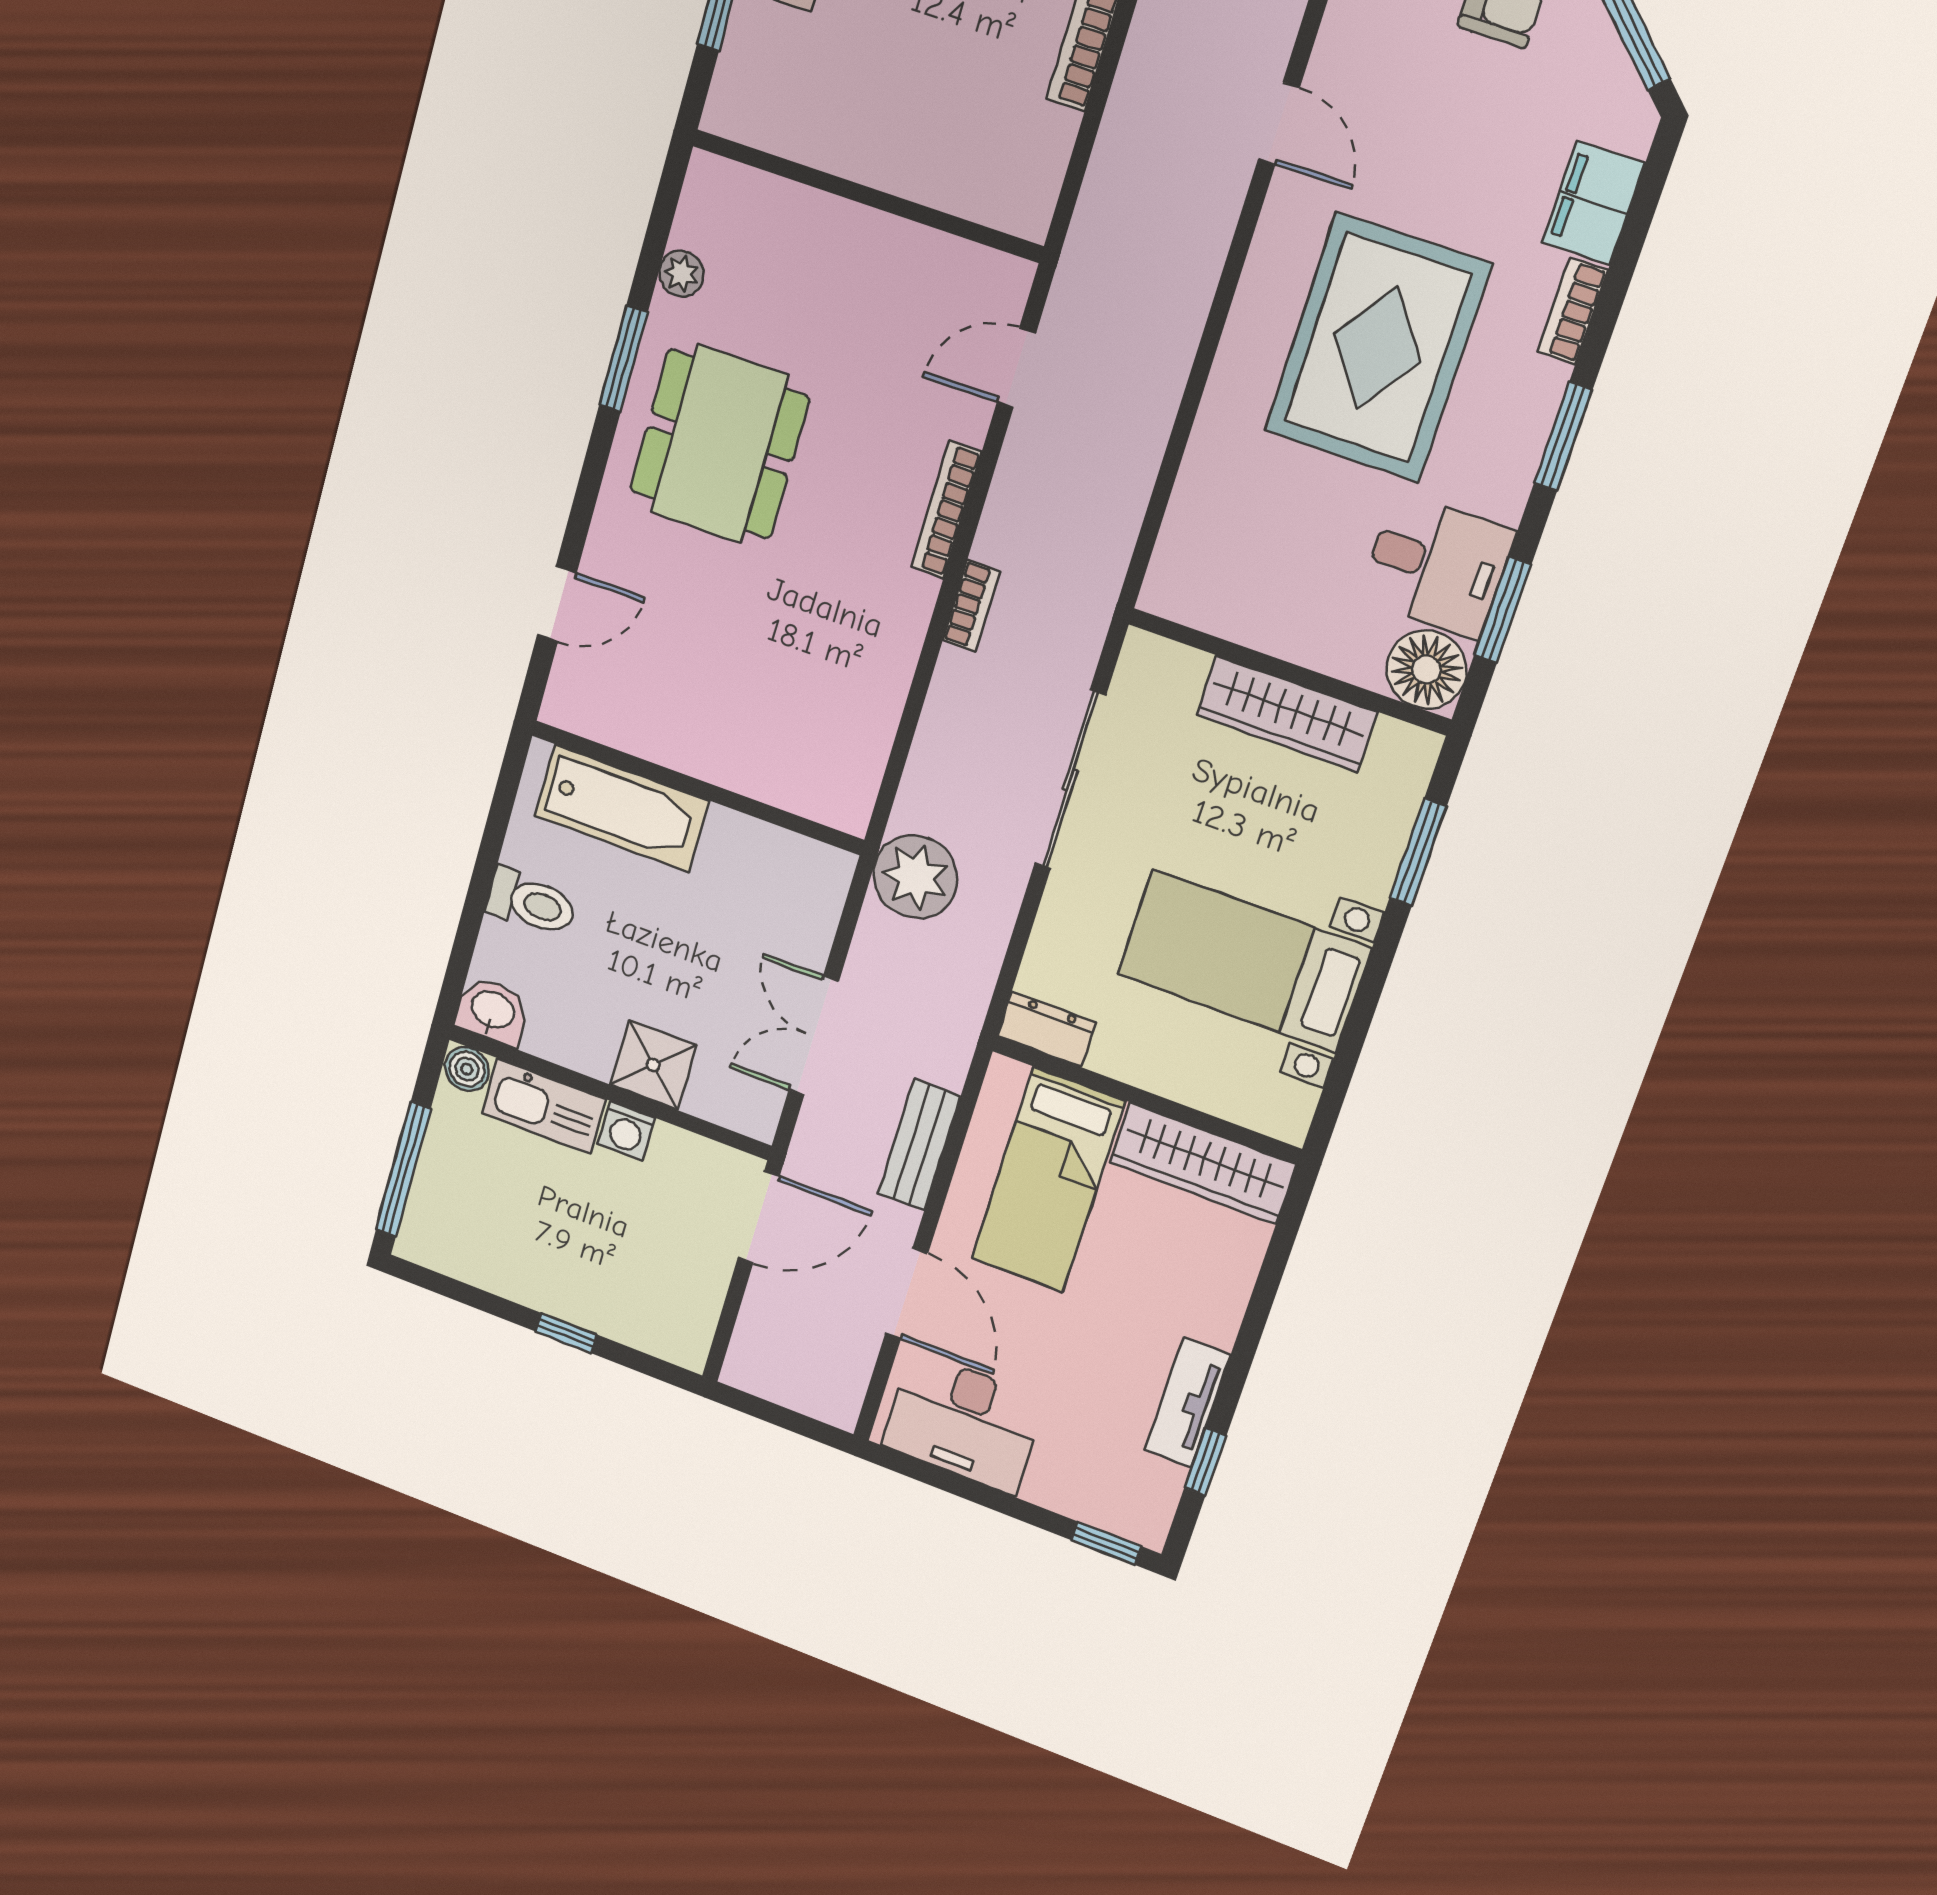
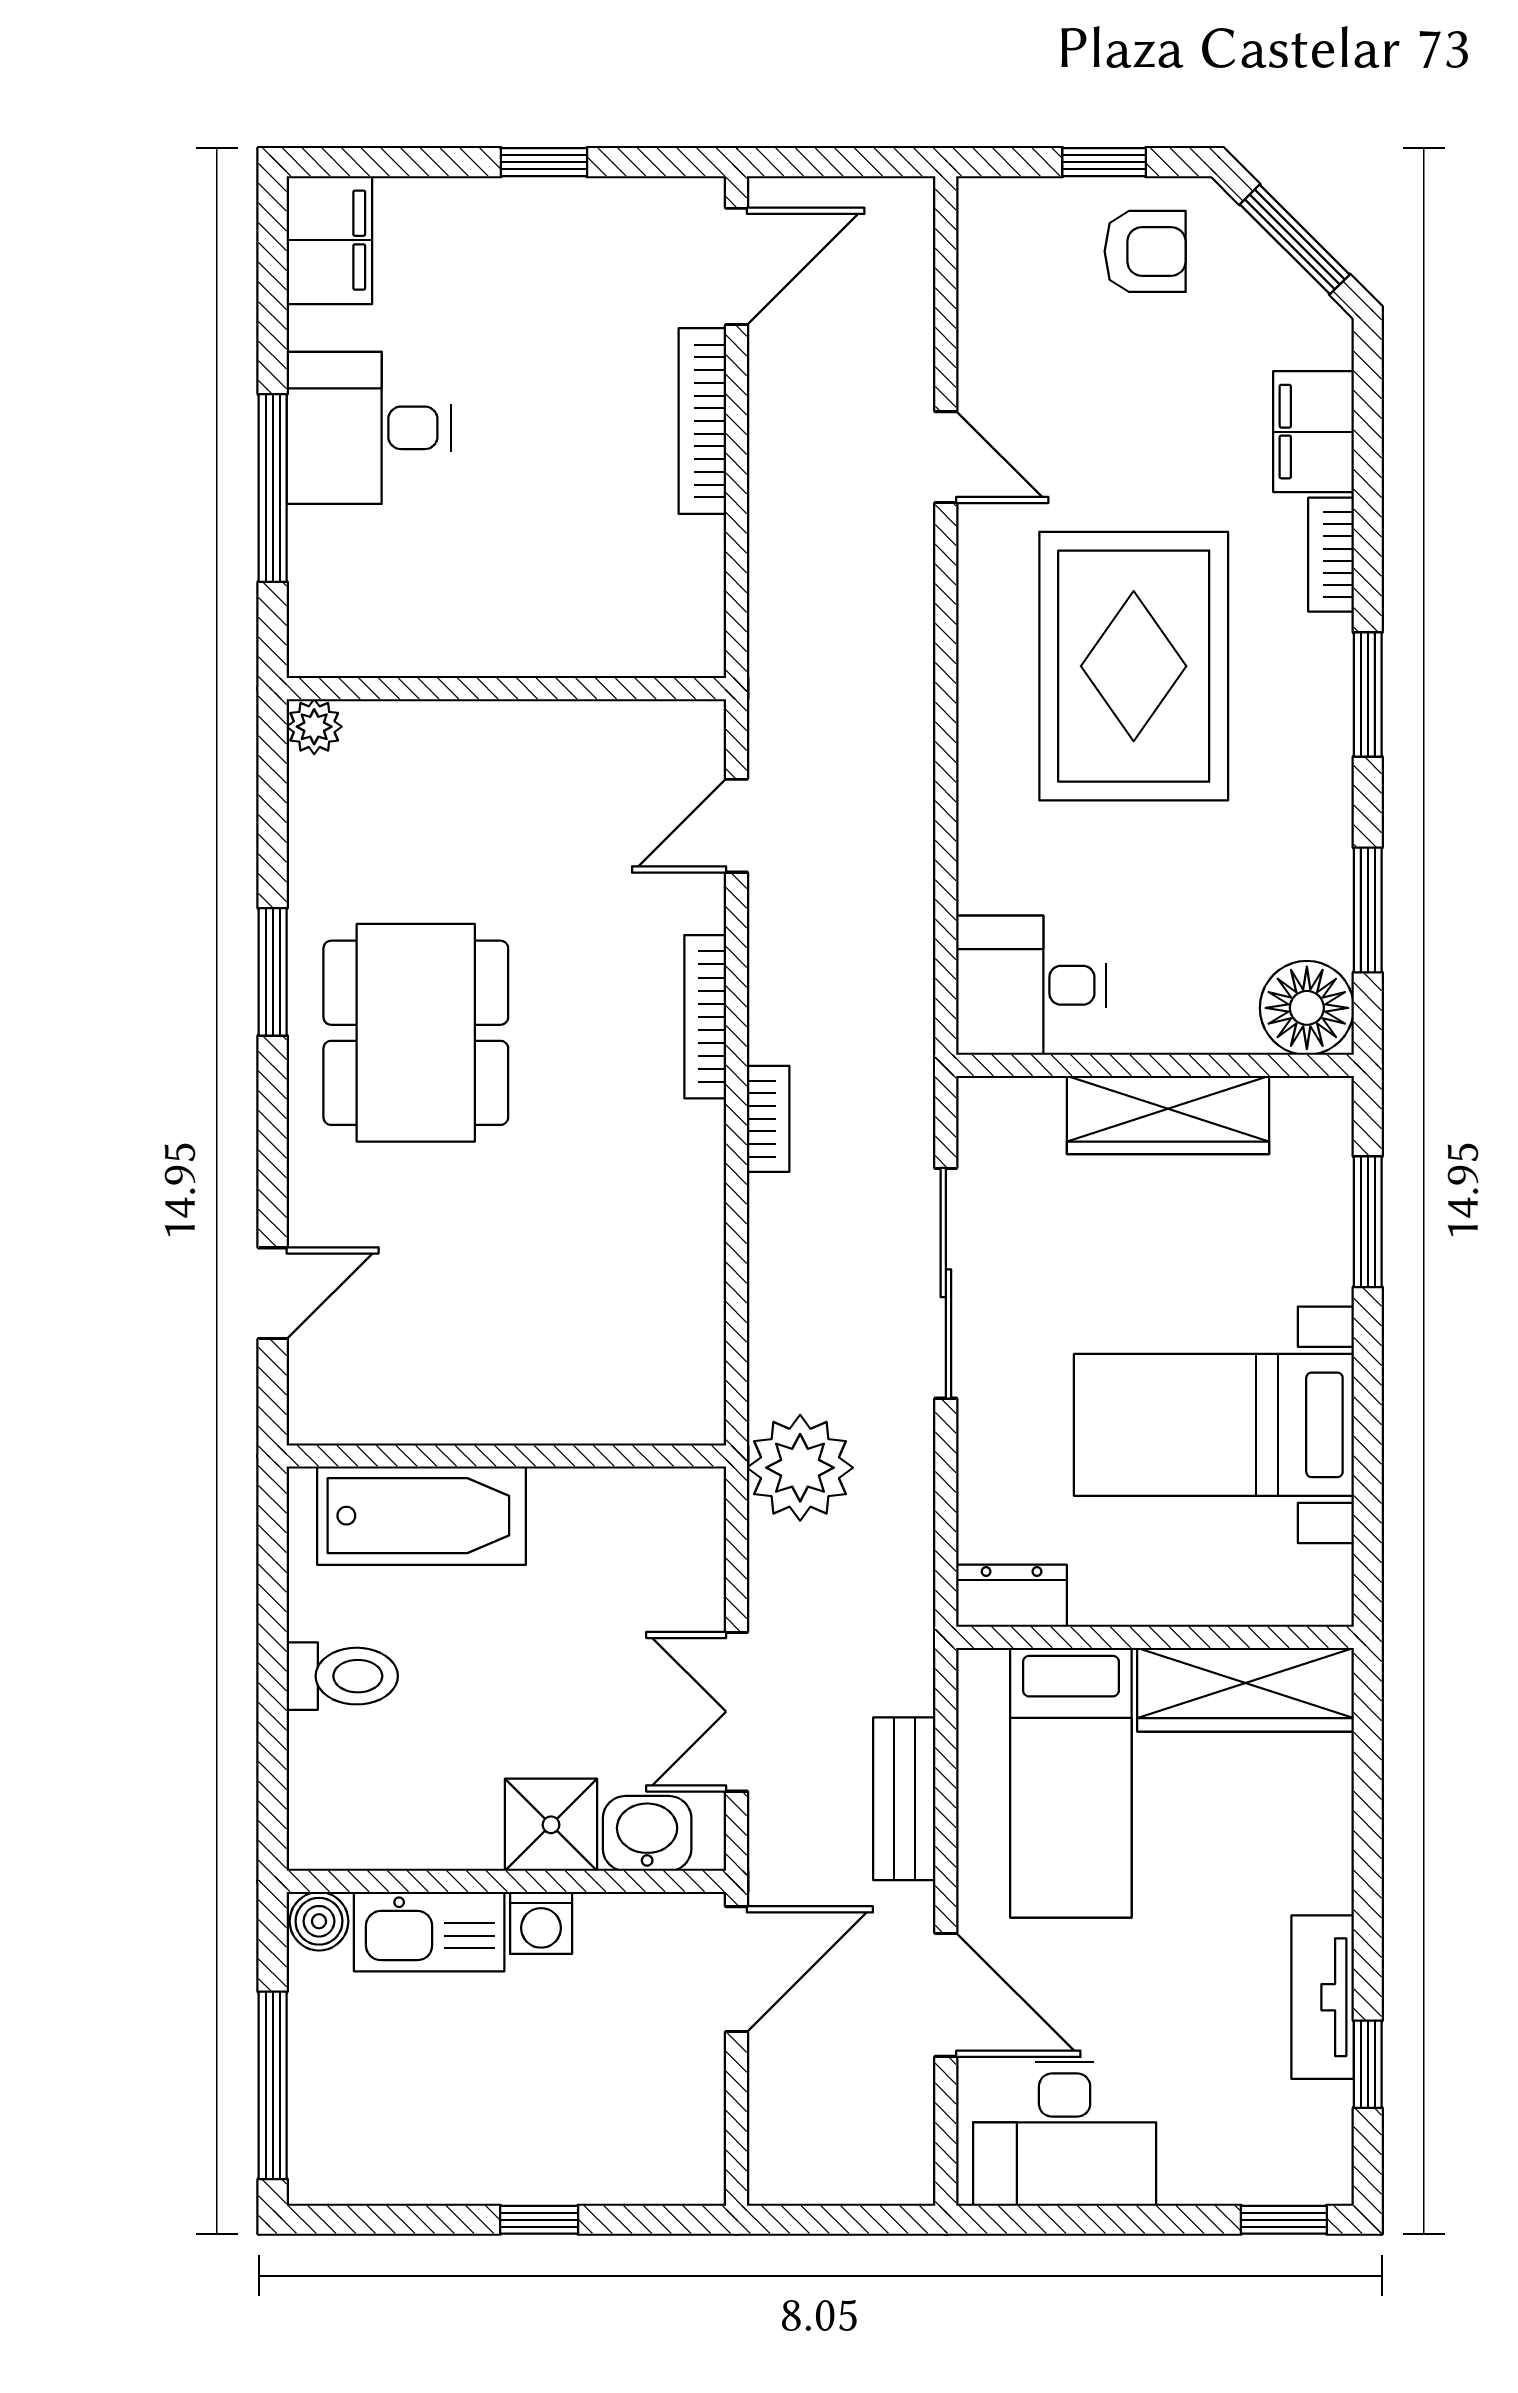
plant: (681, 274) -> (314, 727), moved
desk: (1437, 565) -> (1031, 985), moved, turned 180
washbasin: (492, 1011) -> (647, 1833), moved

